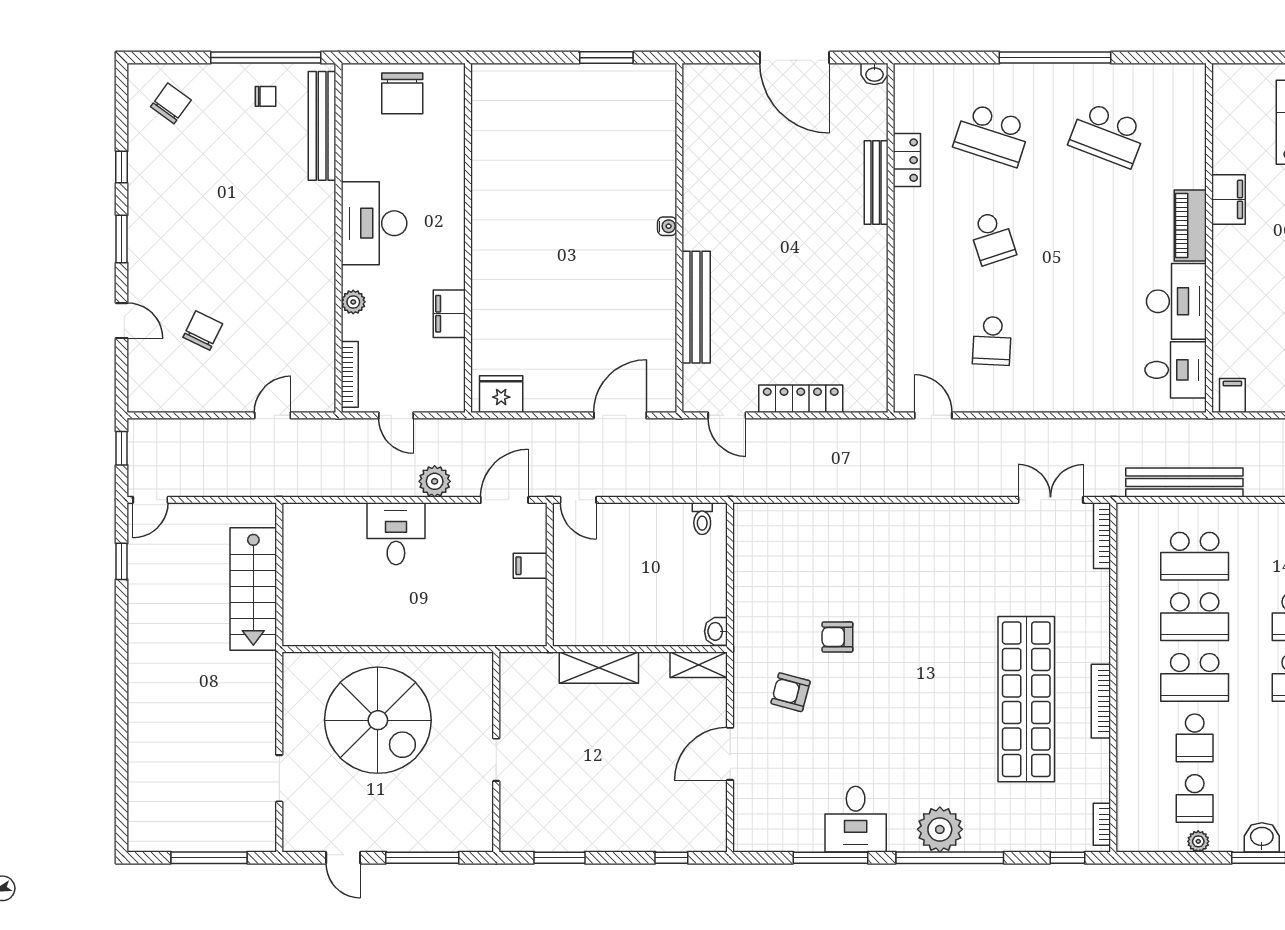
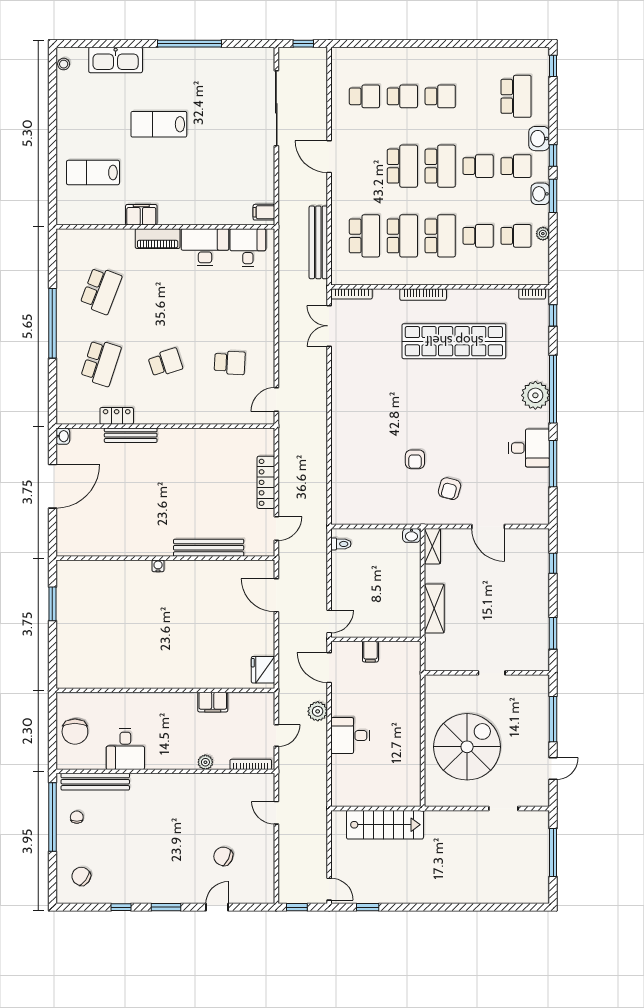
chair: (402, 93) -> (75, 732), turned 90
desk: (374, 223) -> (125, 749), moved, width x0.73
bookcase: (1101, 701) -> (423, 295), moved

